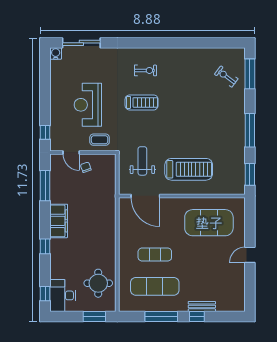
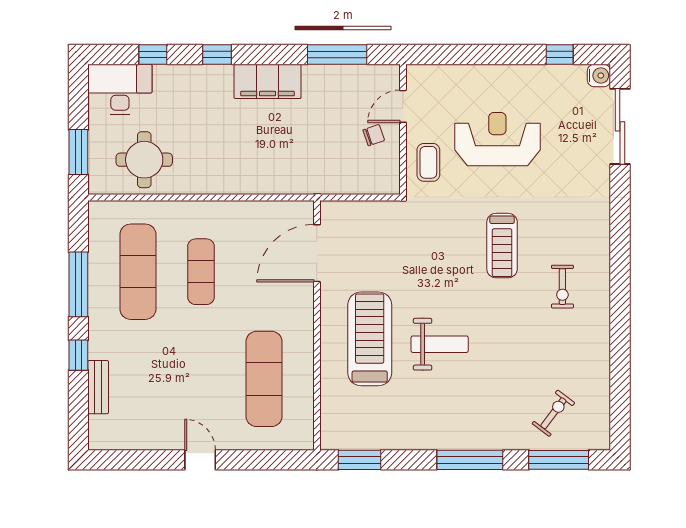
exercise bike: (145, 70) -> (562, 287), moved
window: (250, 130) -> (470, 460), moved
window: (45, 132) -> (560, 54), moved
weight bench: (142, 161) -> (440, 344), moved
treadmill: (189, 169) -> (370, 339), turned 180
exercise mat: (209, 223) -> (264, 379), width x0.68
window: (45, 294) -> (153, 54), moved
bench: (202, 306) -> (98, 387), moved

